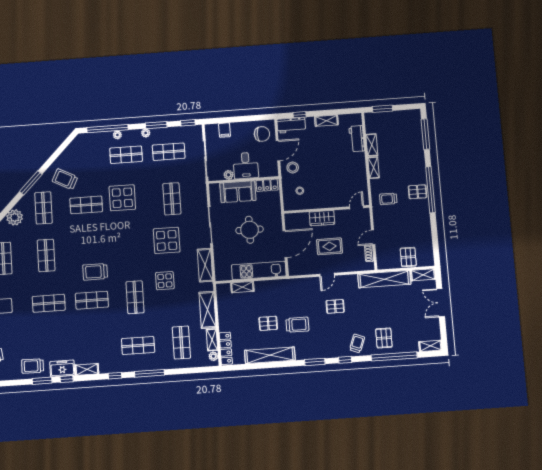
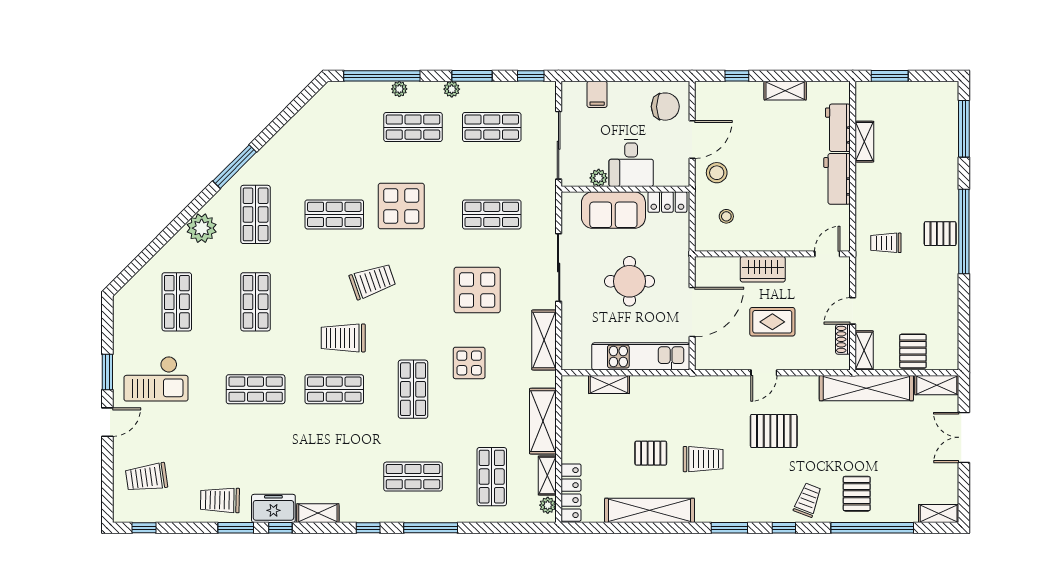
workbench: (291, 125) -> (837, 179), moved, turned 90
shelving: (374, 168) -> (864, 350), moved
trolley: (65, 179) -> (372, 281), moved, turned 134
shop shelf: (172, 199) -> (492, 214), turned 90
pallet: (335, 306) -> (774, 431), width x1.50, depth x1.42

